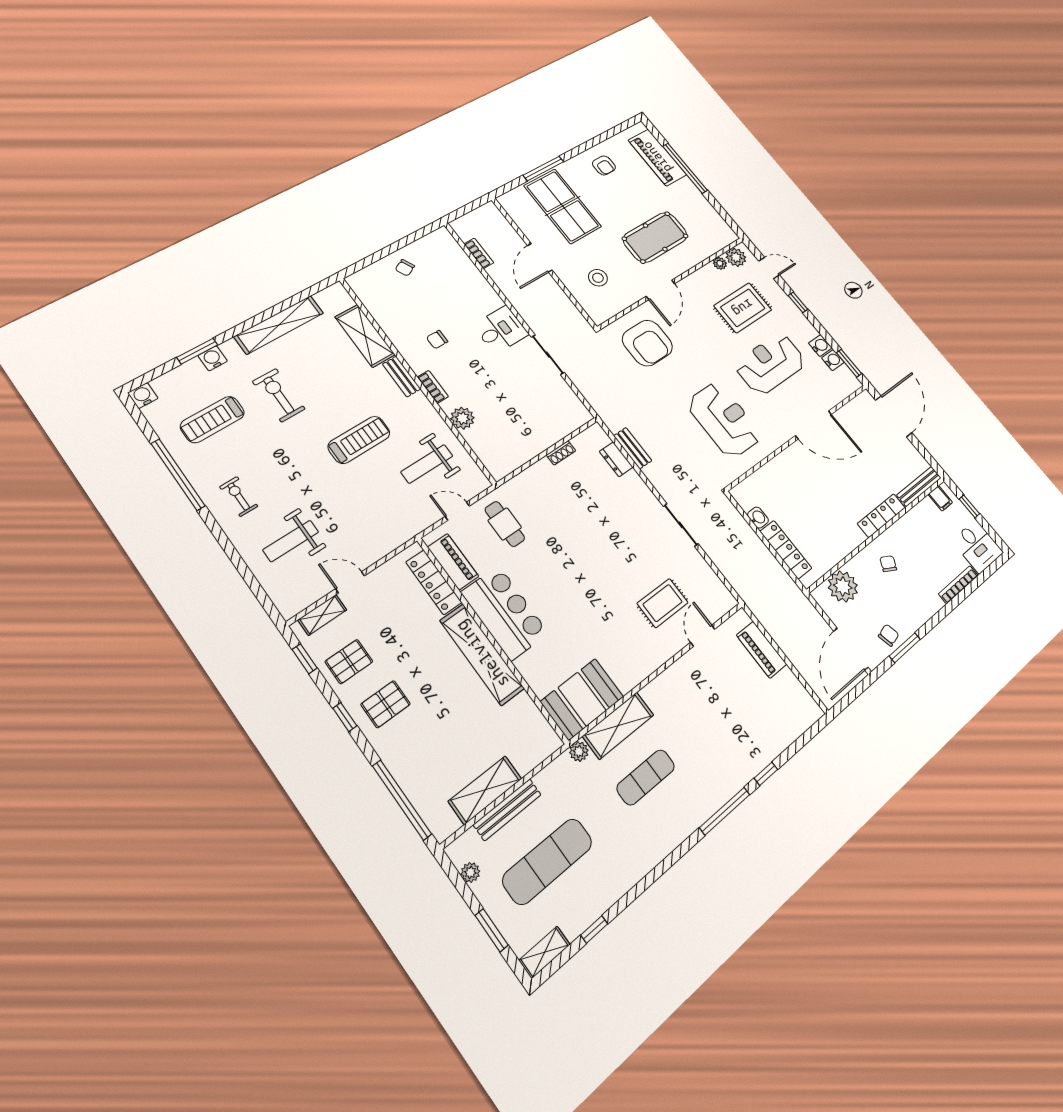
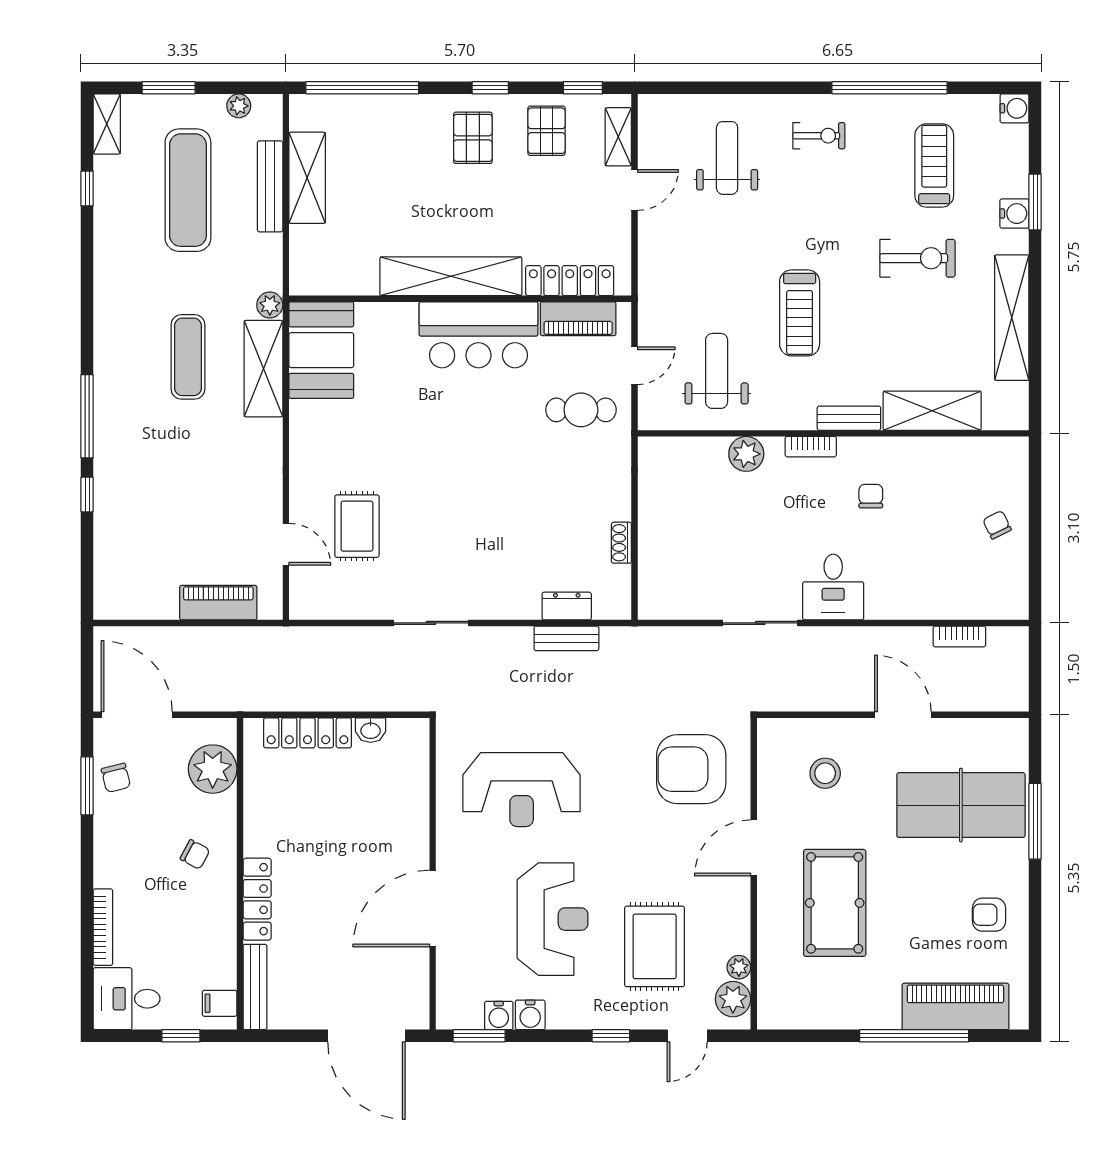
door: (660, 290) -> (754, 848), hinge flipped

